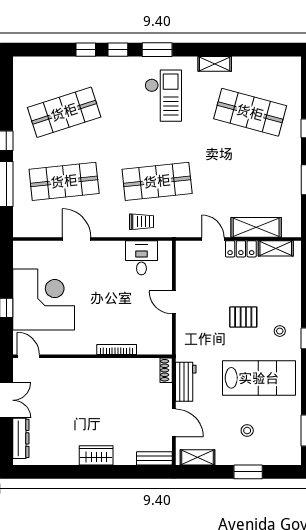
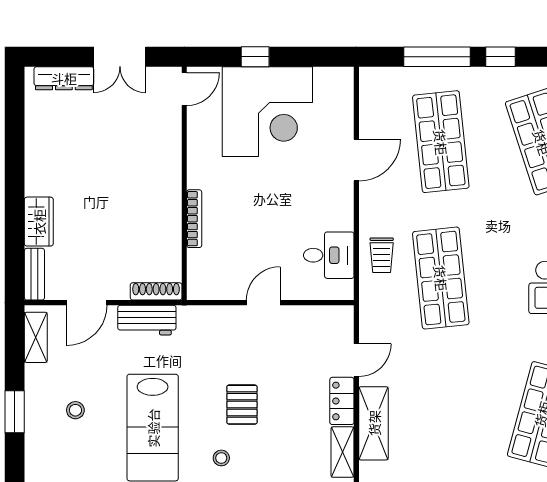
shoe rack: (166, 370) -> (156, 291), width x1.43
wardrobe: (96, 455) -> (39, 222), moved

